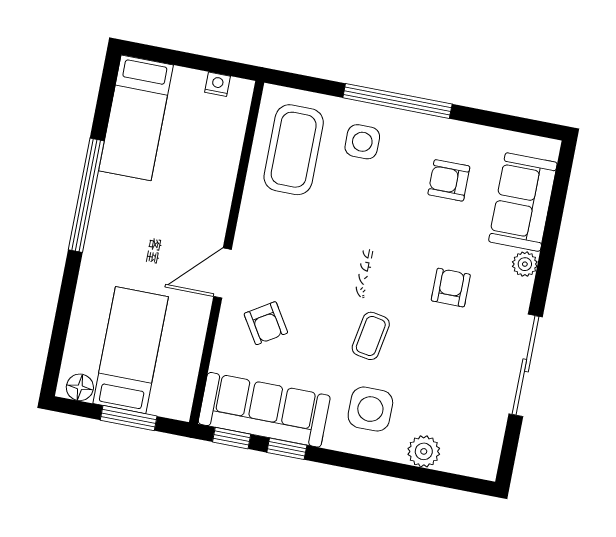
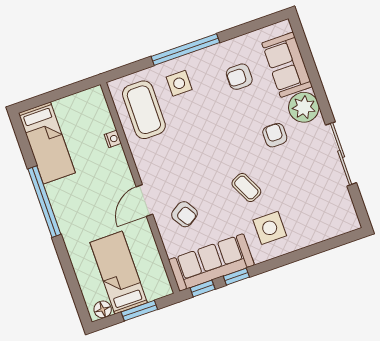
nightstand: (217, 84) -> (113, 139), moved, turned 90
plant: (525, 264) -> (304, 107), width x1.88, depth x1.88
coffee table: (371, 336) -> (246, 188), turned -36
plant: (424, 451) -> (313, 234), removed

